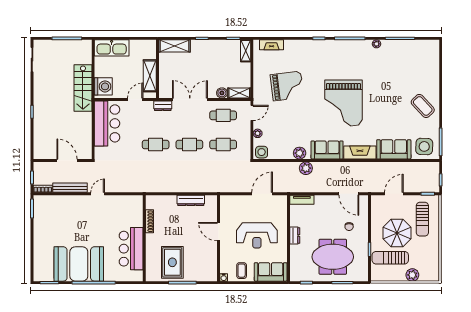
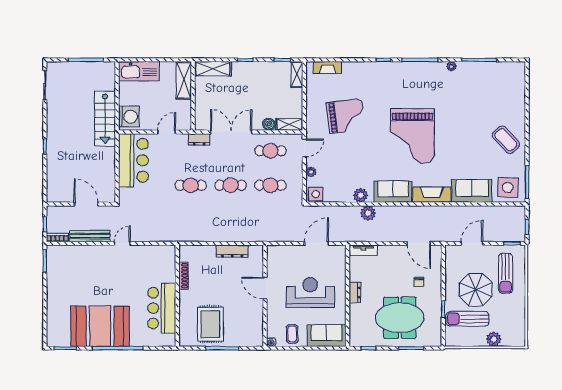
shelving: (150, 76) -> (184, 80), moved
reception desk: (257, 235) -> (310, 292), turned 180

